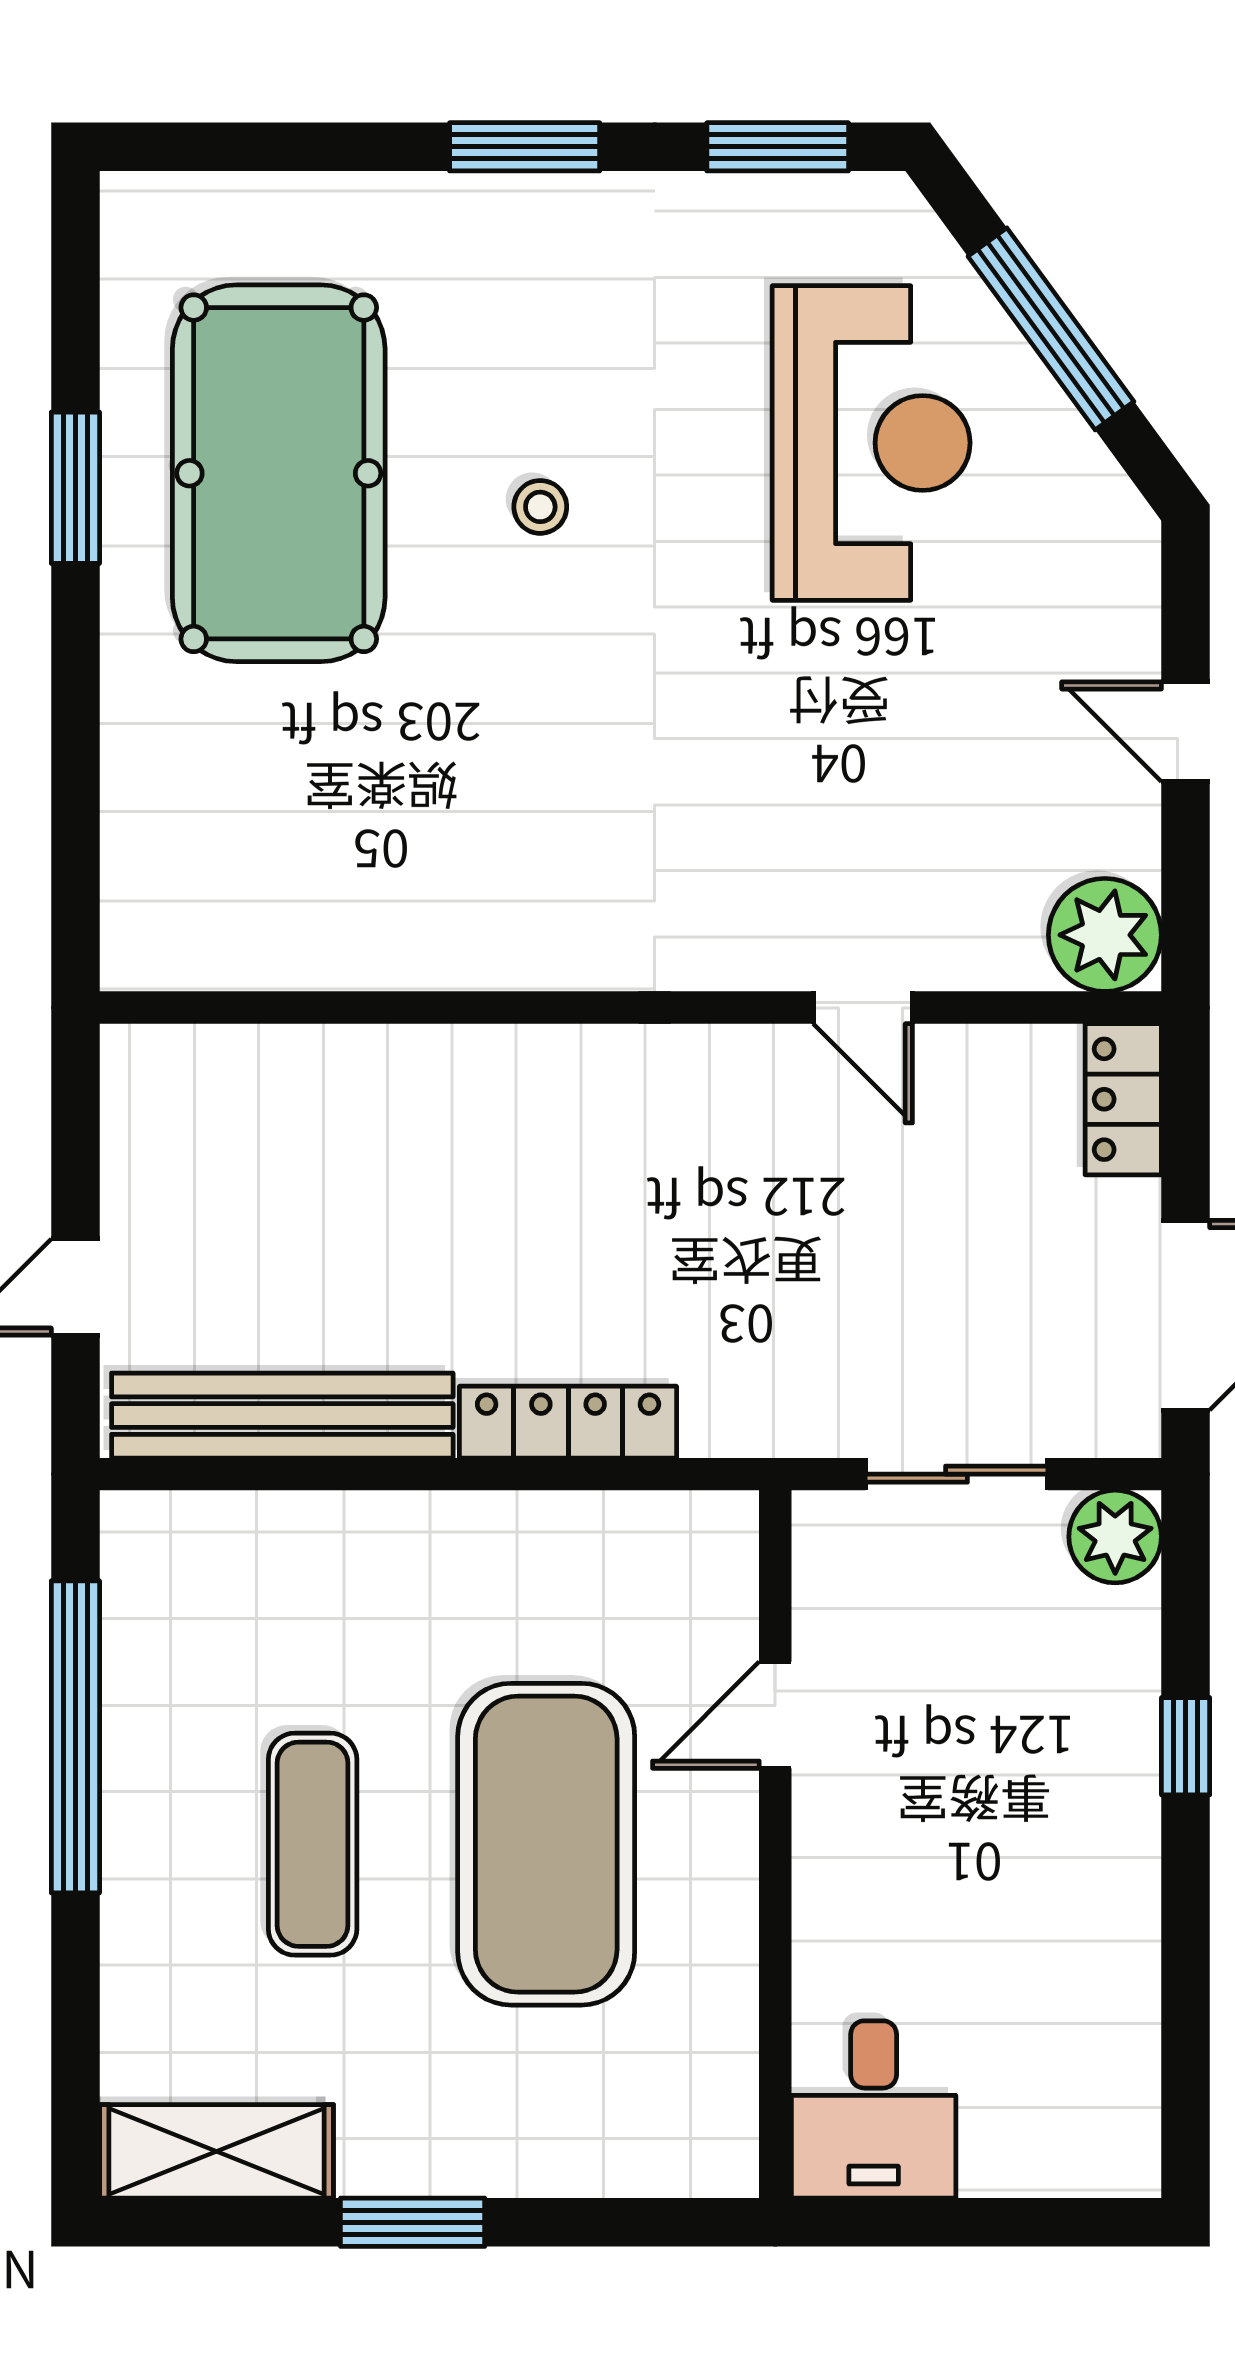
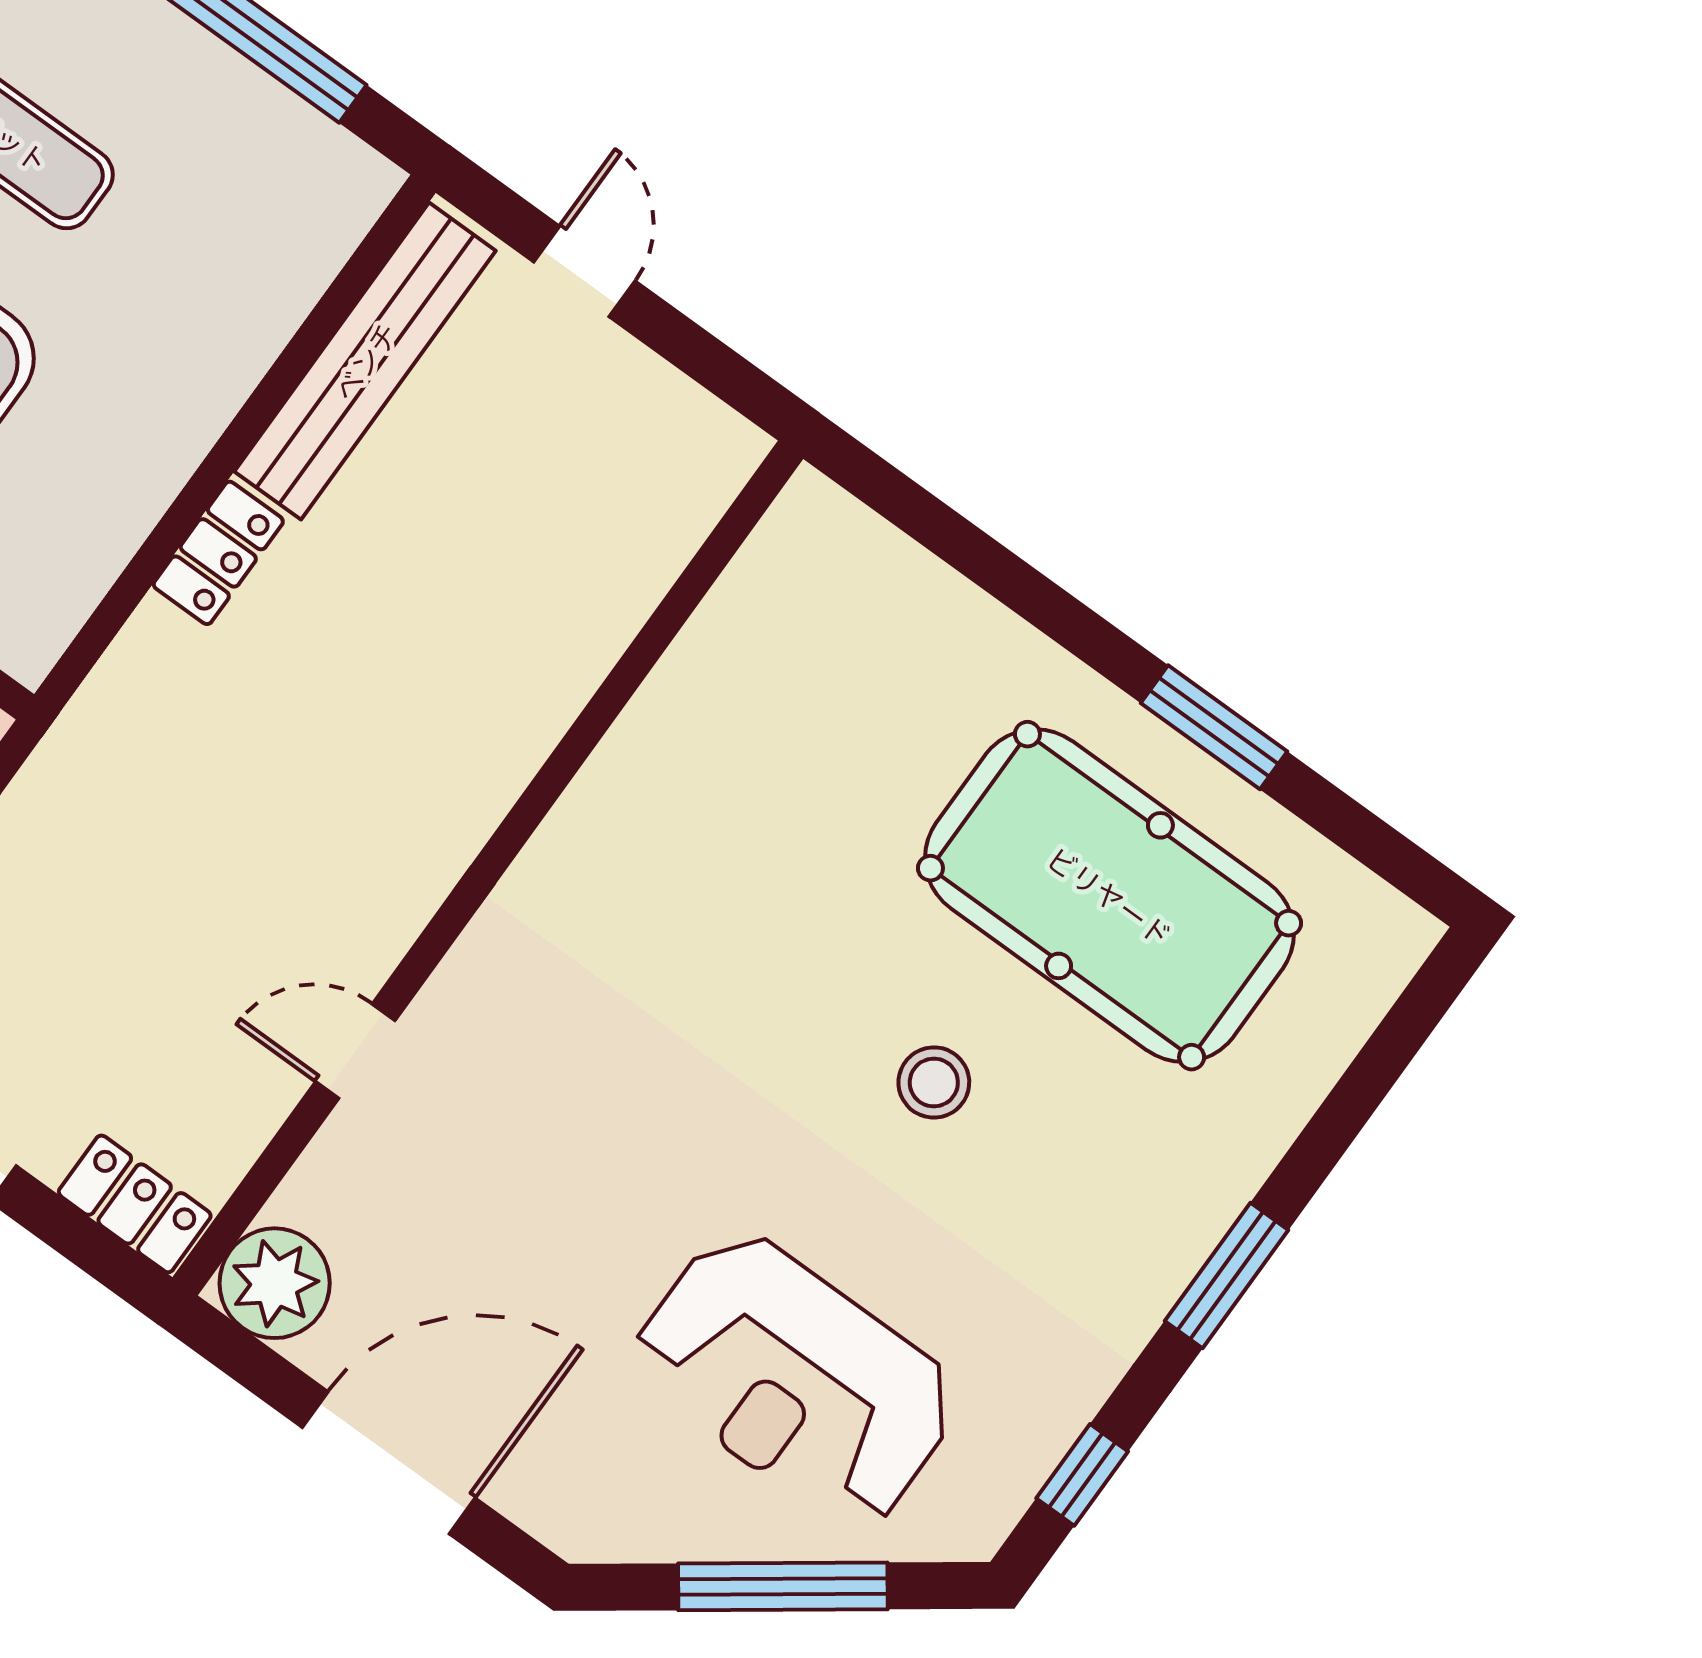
window: (778, 147) -> (1082, 1475), width x0.67
stool: (540, 507) -> (934, 1082), width x1.37, depth x1.37
door: (1186, 732) -> (389, 1463), width x1.88
locker: (568, 1422) -> (218, 553), width x0.66

